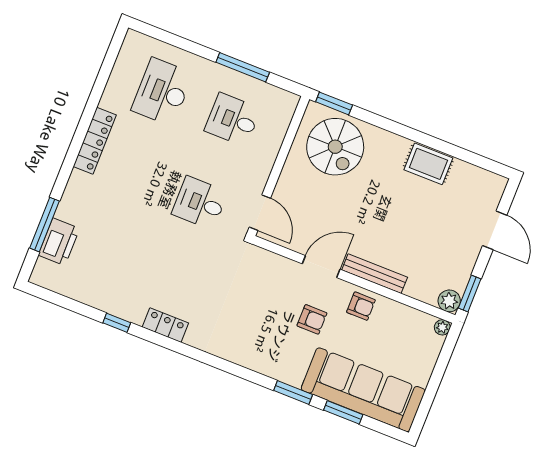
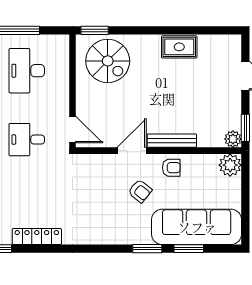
desk: (233, 120) -> (27, 71), width x1.37
armchair: (312, 319) -> (140, 191), turned 39
locker: (165, 325) -> (37, 237), width x1.53
plant: (442, 327) -> (230, 165), width x1.87, depth x1.87

